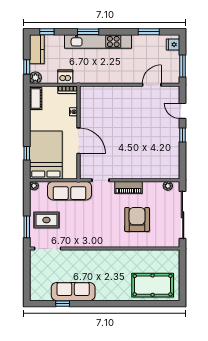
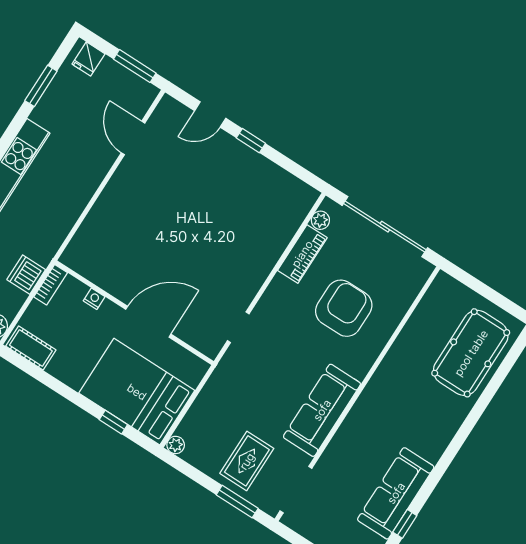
piano: (128, 187) -> (302, 254), moved
sofa: (70, 191) -> (322, 410), moved, turned 180
armchair: (137, 220) -> (344, 308), turned 90

